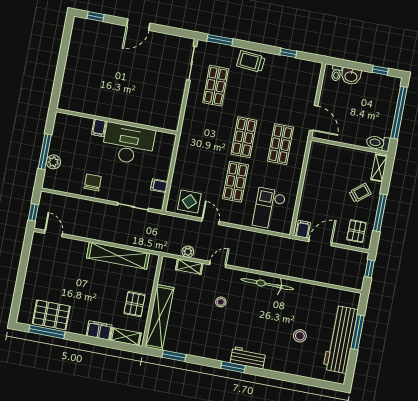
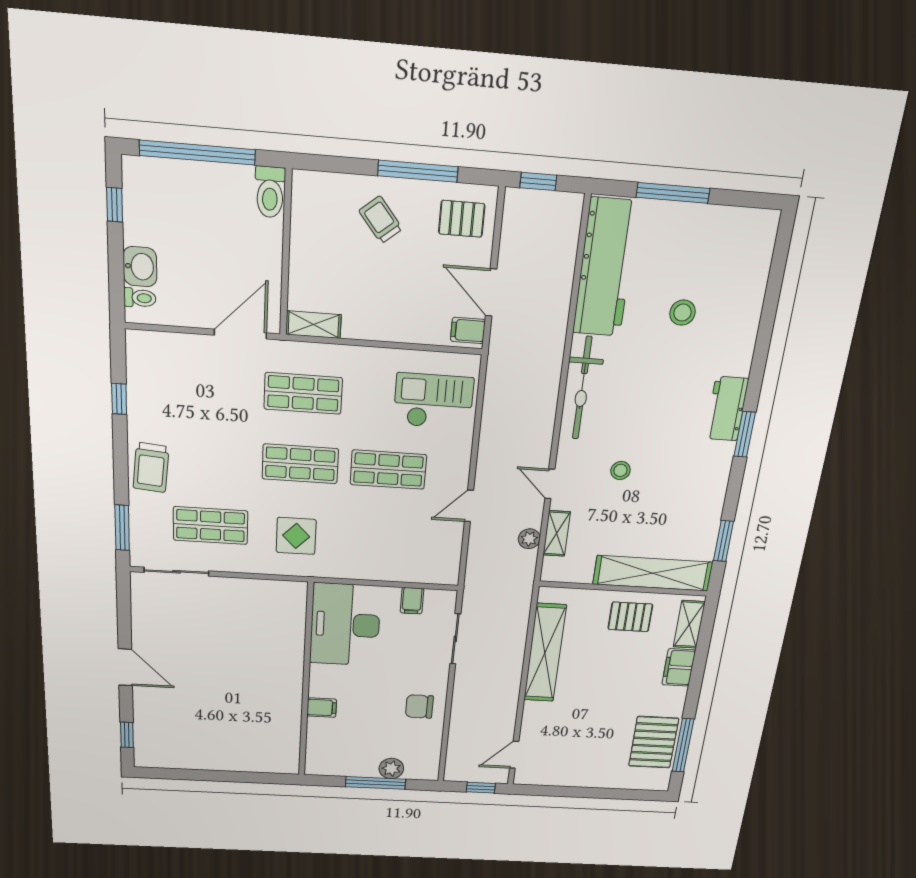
desk: (128, 144) -> (345, 625), moved
shelving: (379, 168) -> (314, 325), moved
display table: (189, 201) -> (296, 536), moved
checkout: (269, 209) -> (433, 401), turned 180
workbench: (341, 339) -> (605, 268), moved, turned -90

